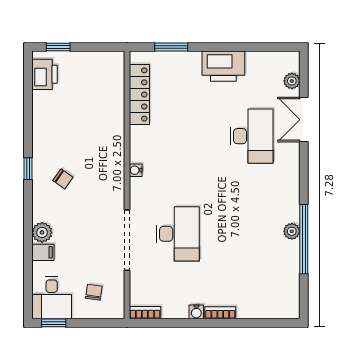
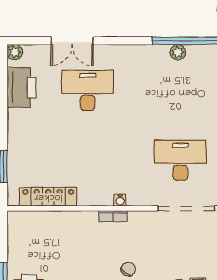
printer: (223, 66) -> (21, 87), moved
plant: (292, 81) -> (15, 52), moved
bookcase: (119, 163) -> (113, 216), added

